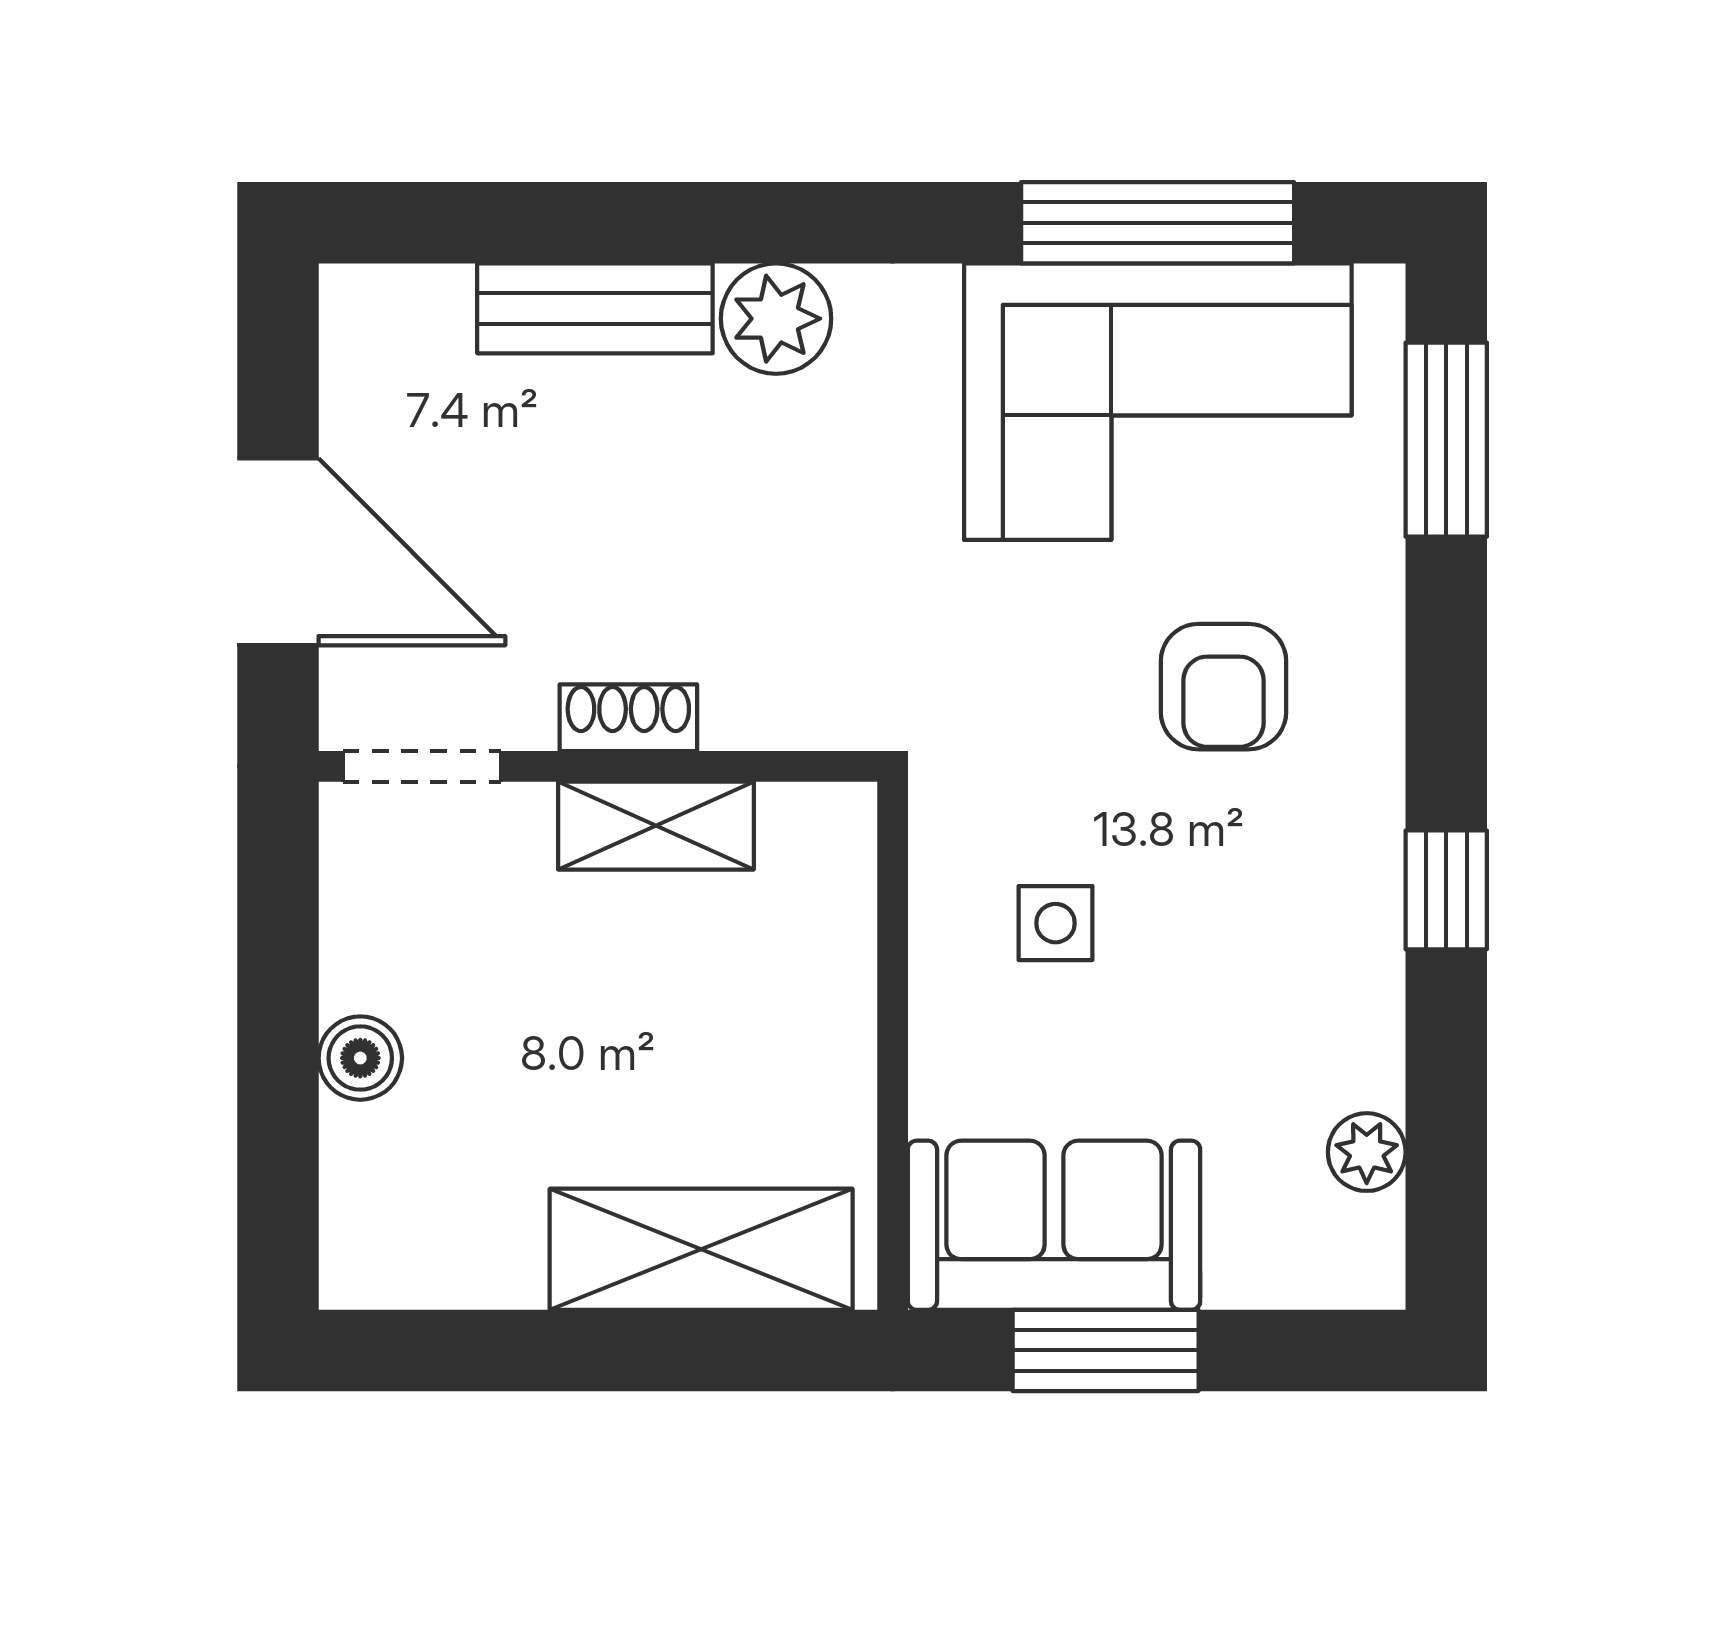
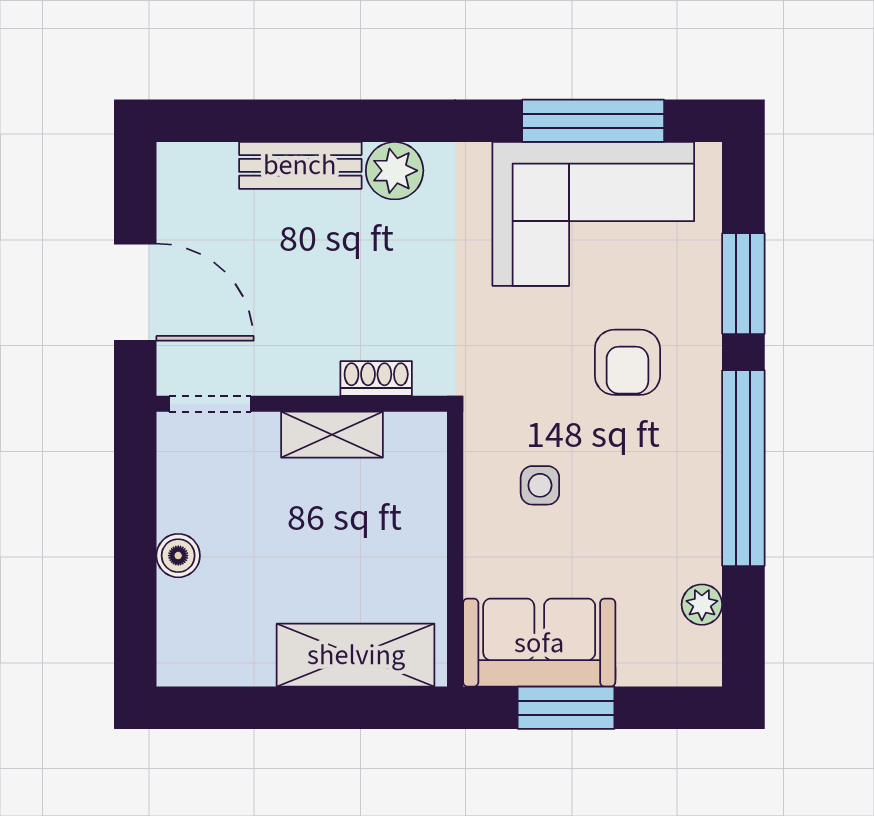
window: (1446, 440) -> (743, 284), moved
shoe rack: (628, 718) -> (376, 378), moved
window: (1446, 890) -> (743, 468), width x3.17

